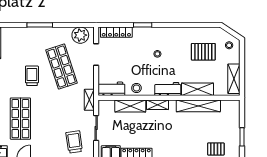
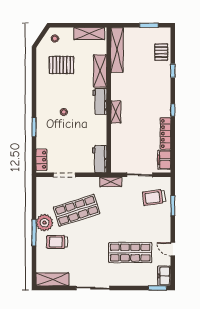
locker: (116, 32) -> (41, 160), width x0.66
plant: (80, 35) -> (45, 223), moved
pallet: (203, 52) -> (62, 65), turned 90
trolley: (32, 76) -> (57, 242), moved
stool: (136, 88) -> (99, 133), removed
shelving: (130, 106) -> (117, 140), removed
shelving: (198, 106) -> (117, 50), moved

